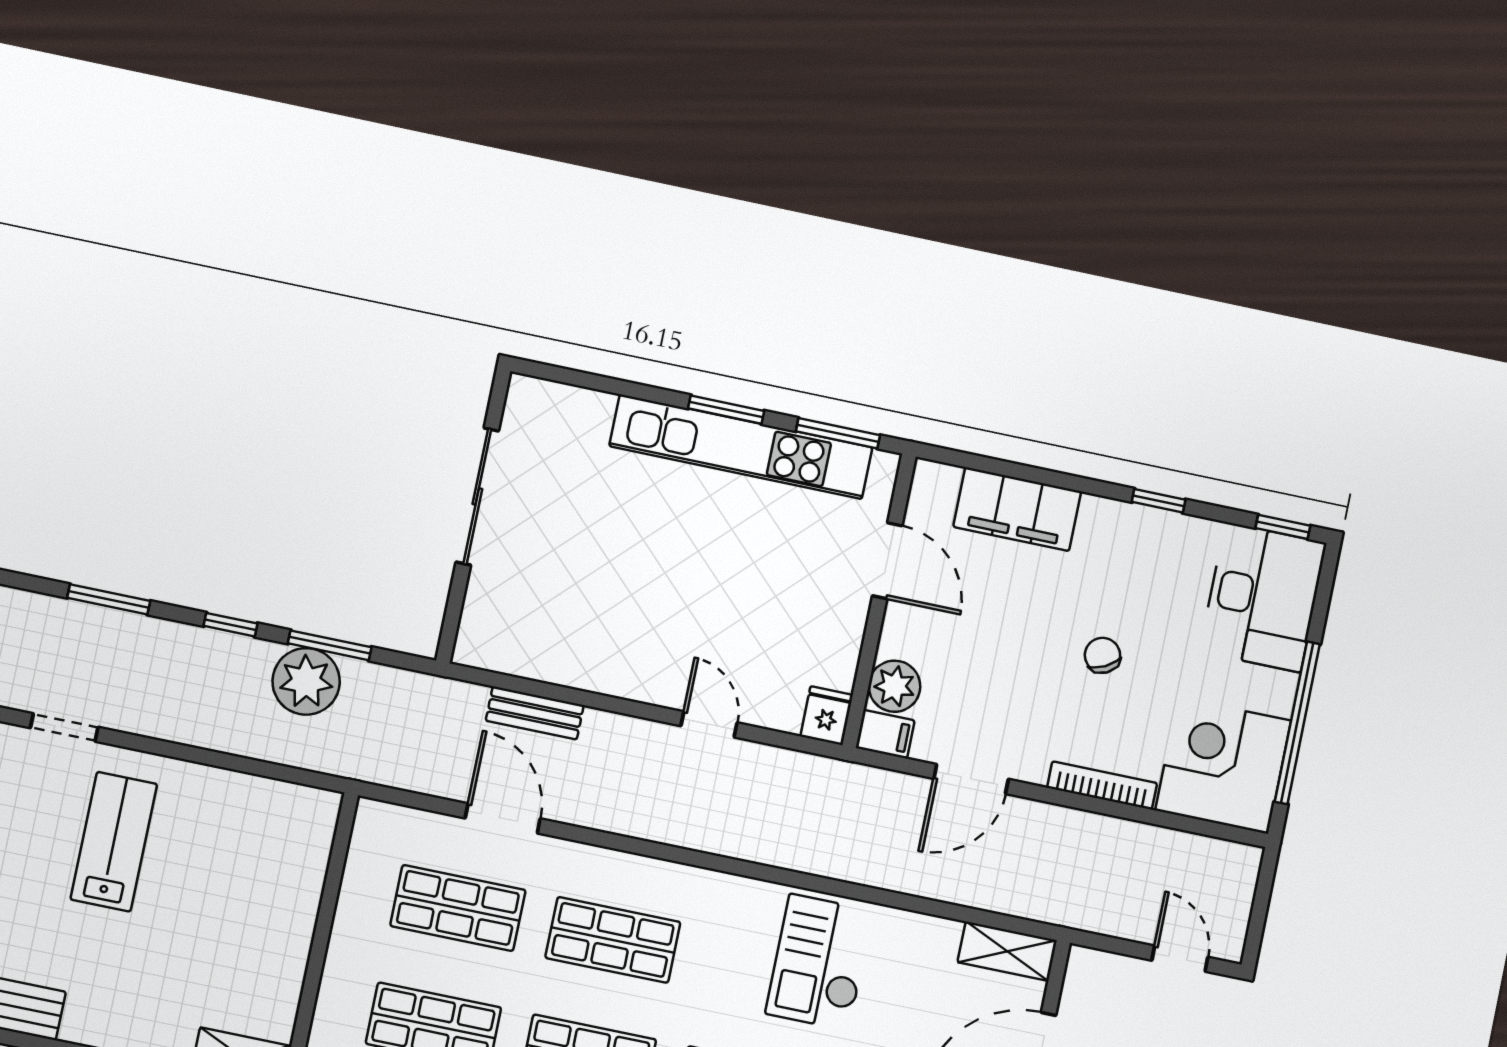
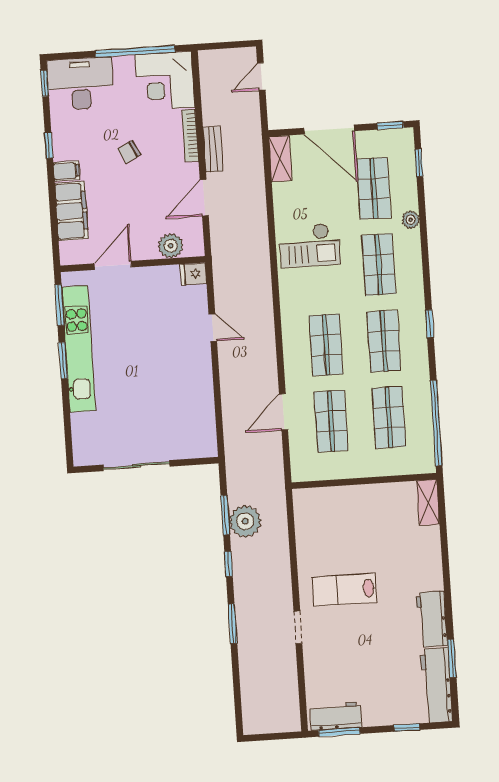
bench: (535, 713) -> (213, 149), moved
door: (709, 724) -> (213, 328), swing flipped
filing cabinet: (885, 734) -> (67, 171), moved, turned 90
door: (971, 779) -> (204, 198), swing flipped

